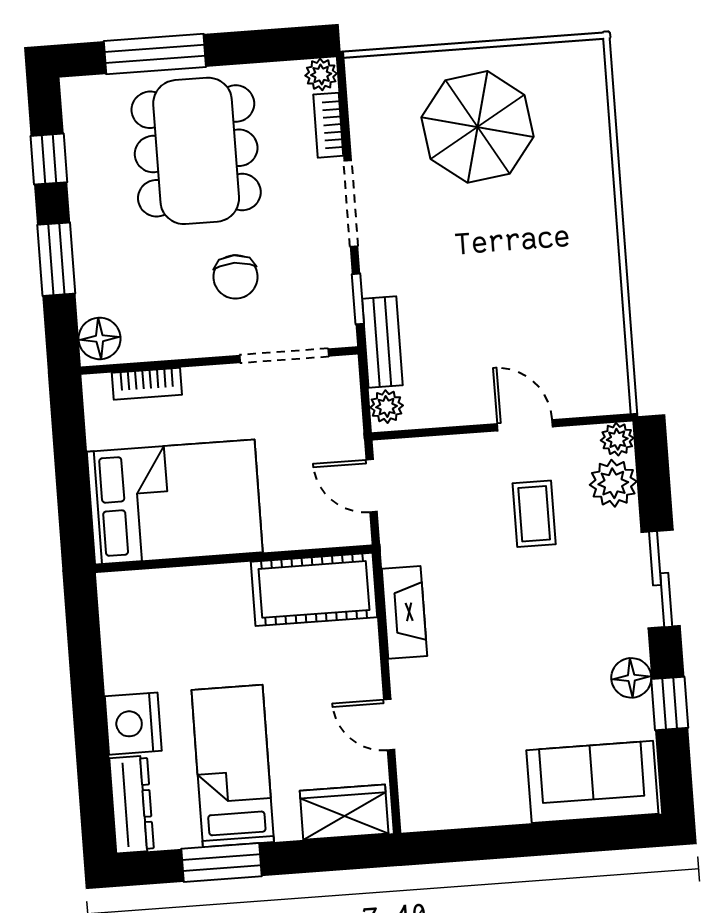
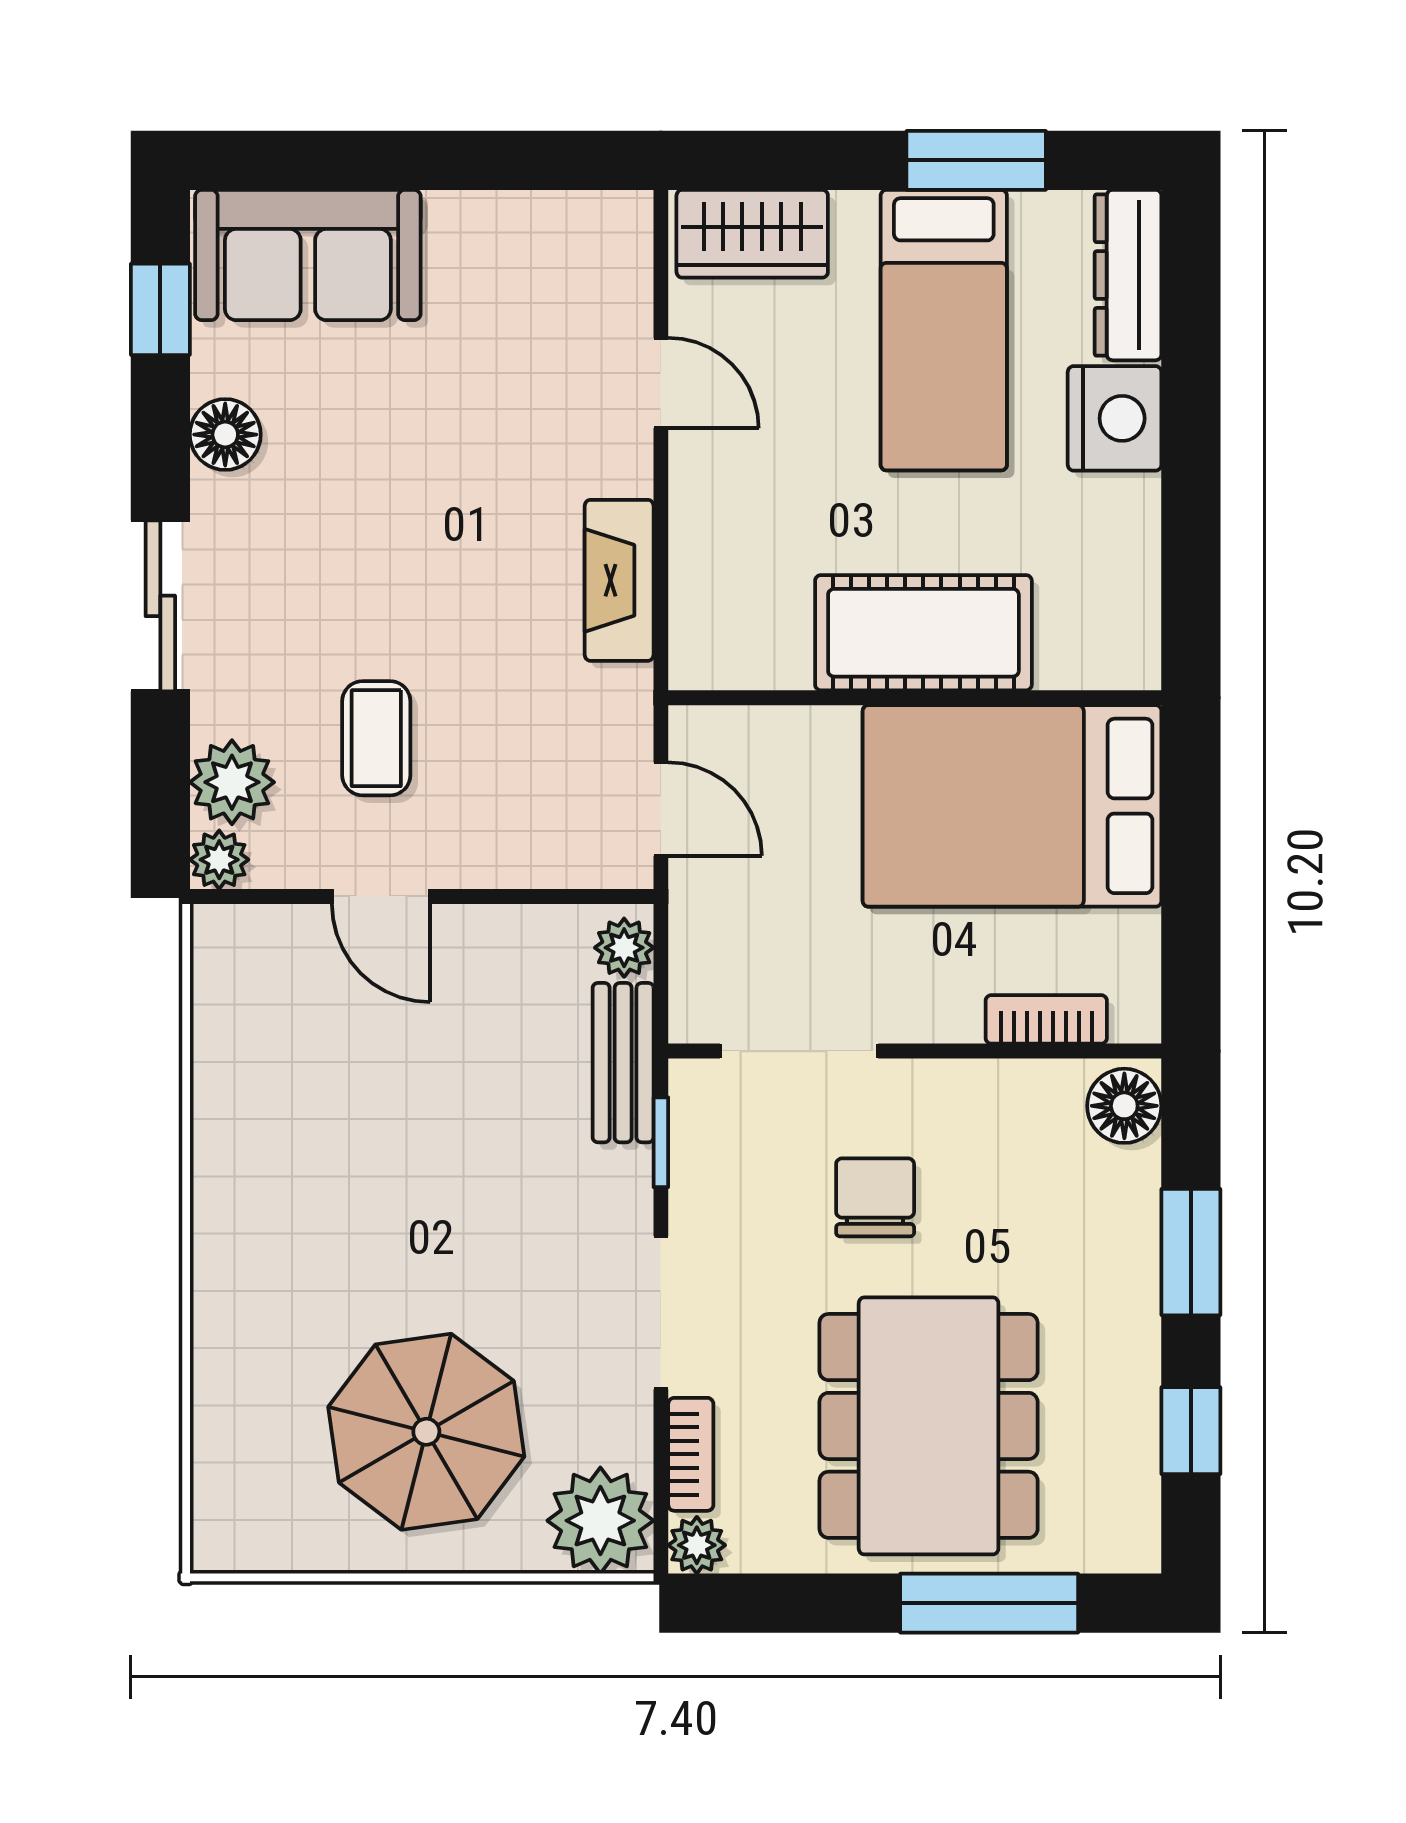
plant: (376, 84) -> (600, 1521), added
cot: (314, 589) -> (923, 633), moved
window: (670, 703) -> (160, 309), moved

